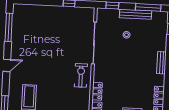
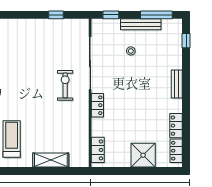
exercise bike: (81, 75) -> (65, 85), moved
locker: (97, 91) -> (97, 105), moved

